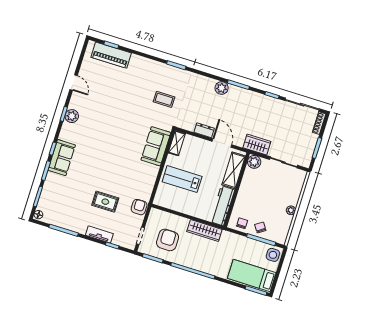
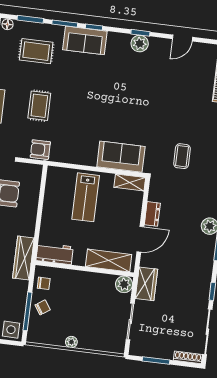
lab bench: (182, 179) -> (86, 197), turned 180
rug: (63, 196) -> (36, 51), added
workbench: (222, 206) -> (55, 254), width x0.73
armchair: (139, 207) -> (40, 150), turned 180
wardrobe: (204, 230) -> (23, 258), moved

